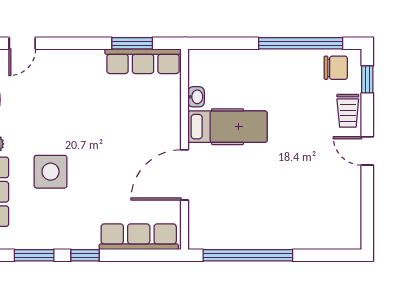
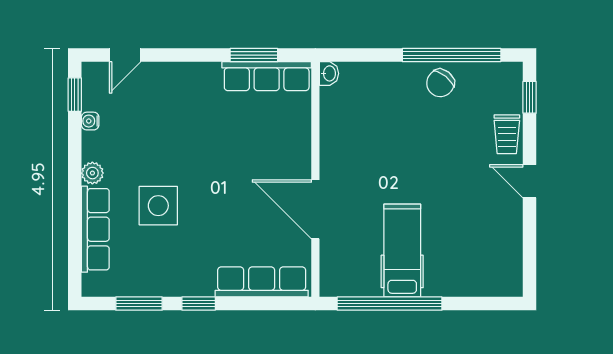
chair: (336, 68) -> (440, 83), moved, turned 129
washbasin: (196, 97) -> (329, 73), moved
hospital bed: (228, 127) -> (402, 251), moved, turned -90
door: (185, 175) -> (315, 209), hinge flipped

